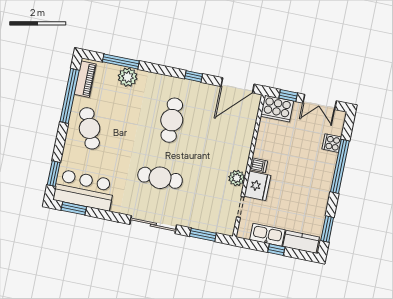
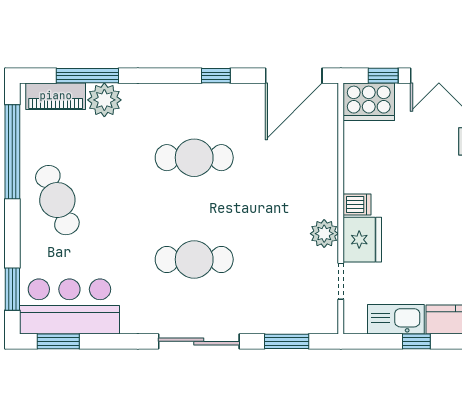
piano: (85, 79) -> (56, 96), moved, turned 90
cafe table: (172, 120) -> (194, 158), turned 90

